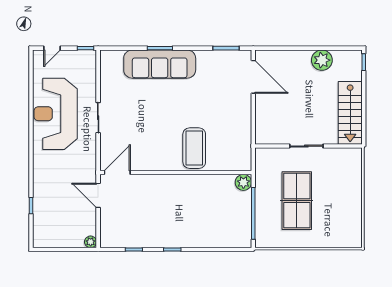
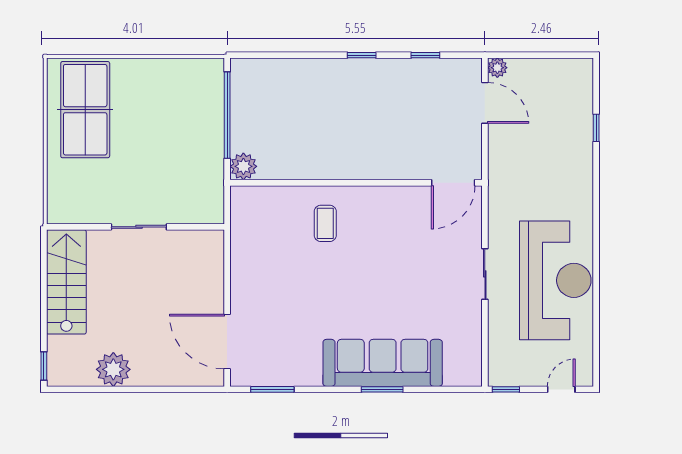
coffee table: (194, 148) -> (325, 223), width x0.54, depth x0.58
door: (98, 195) -> (485, 103), moved
table tennis table: (297, 201) -> (85, 110), moved

